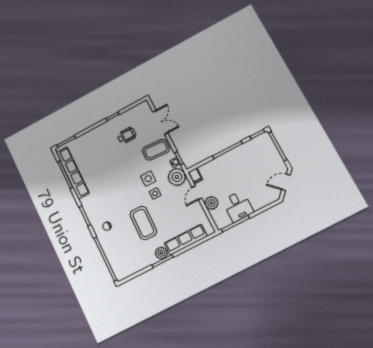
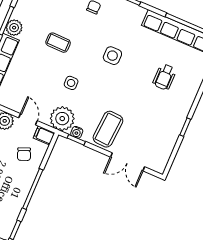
wheelchair: (127, 135) -> (164, 77), moved
chair: (216, 174) -> (24, 154), added
side table: (148, 179) -> (112, 56), moved
coffee table: (143, 223) -> (58, 43), width x0.54, depth x0.58

